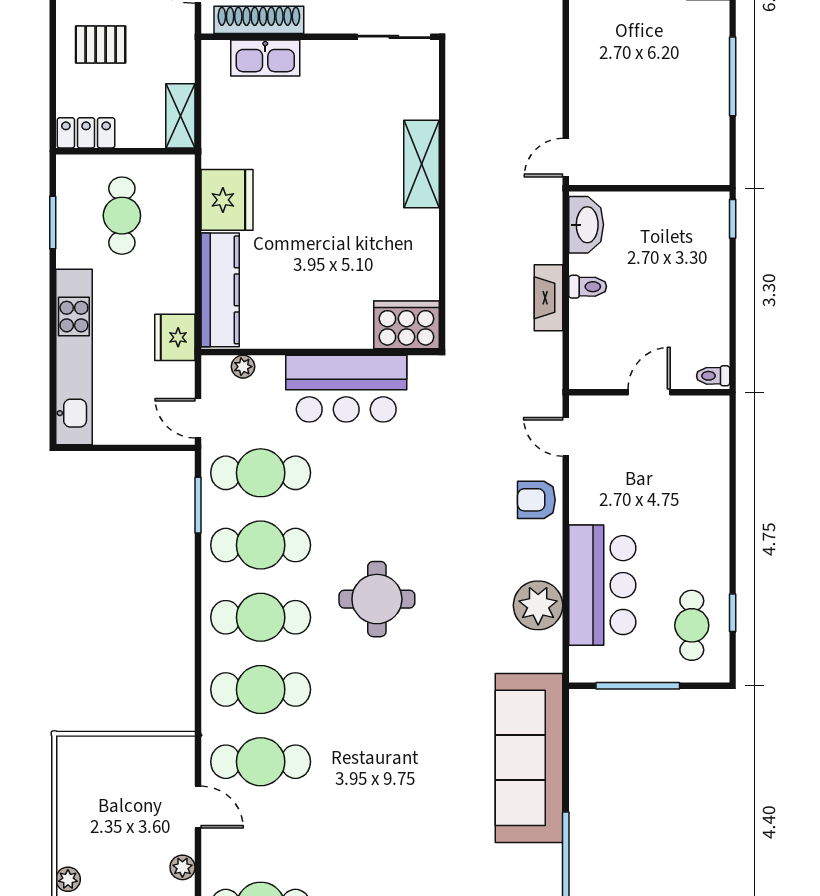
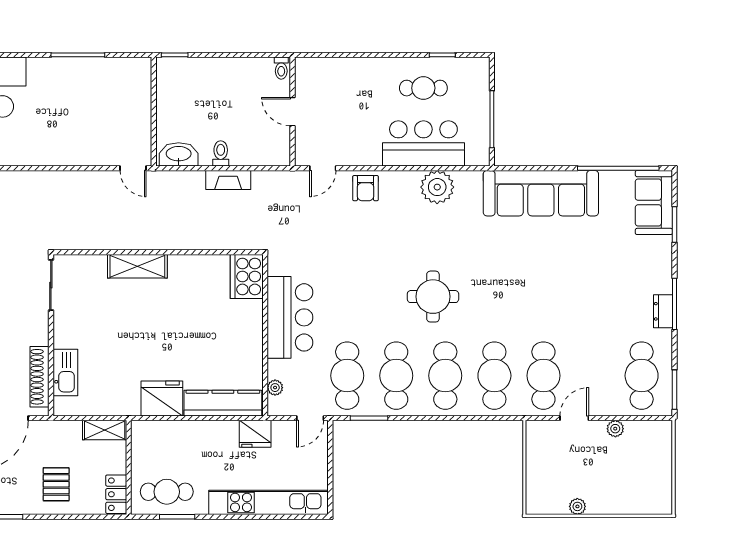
cafe table: (122, 216) -> (167, 492), moved
cafe table: (692, 625) -> (423, 88), moved
plant: (68, 879) -> (577, 506), moved

